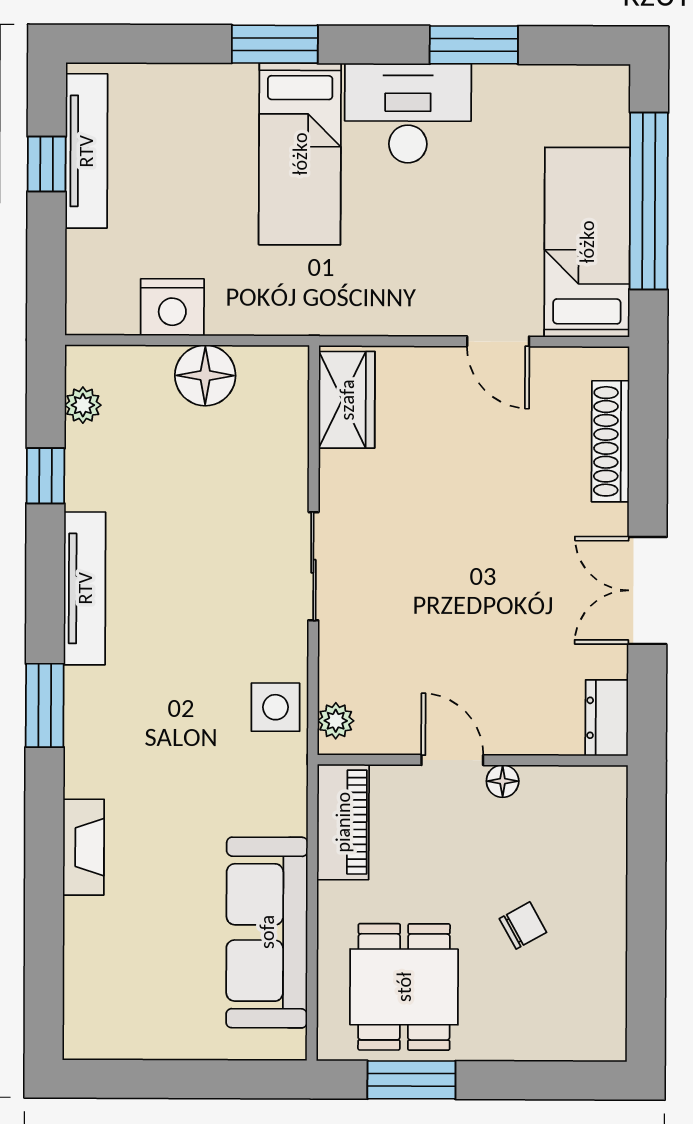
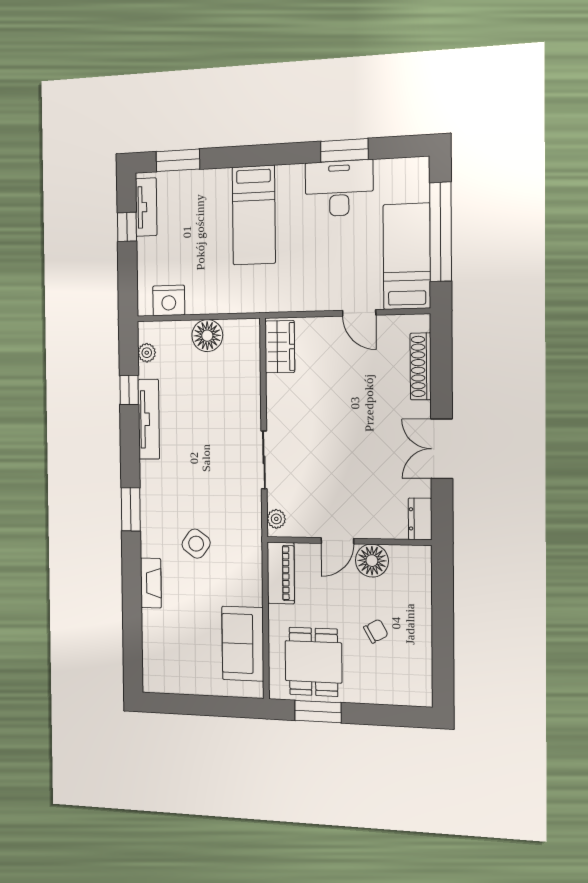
window: (275, 44) -> (178, 160), moved
desk: (408, 113) -> (339, 188), moved
tv unit: (86, 151) -> (146, 207), width x0.71
nightstand: (172, 307) -> (169, 300), moved
sliding door: (313, 566) -> (264, 460), moved
tv unit: (85, 588) -> (149, 419), moved
side table: (275, 707) -> (196, 544), moved, turned 36
door: (452, 760) -> (337, 541), swing flipped
floor lamp: (503, 781) -> (372, 561), width x1.89, depth x1.89
sofa: (267, 932) -> (243, 644), width x0.73

